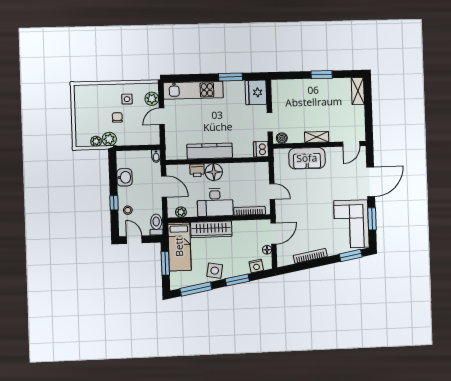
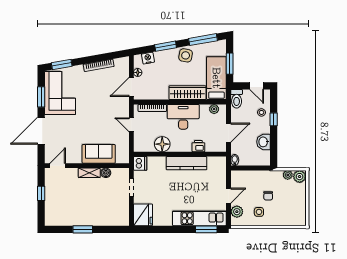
window: (230, 77) -> (206, 229), moved
shelving: (358, 91) -> (50, 214), removed
window: (368, 113) -> (41, 193), added
boiler: (282, 138) -> (106, 173), moved
plant: (109, 139) -> (300, 177), moved
floor lamp: (214, 172) -> (162, 144), moved
door: (164, 187) -> (229, 133), swing flipped

